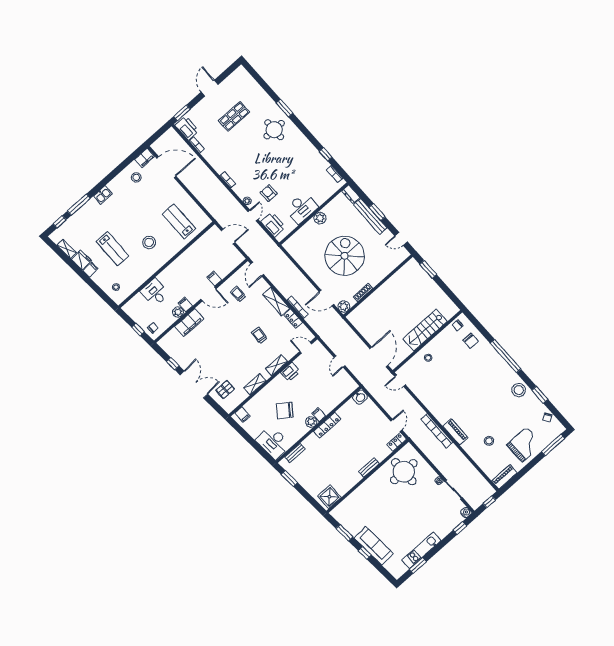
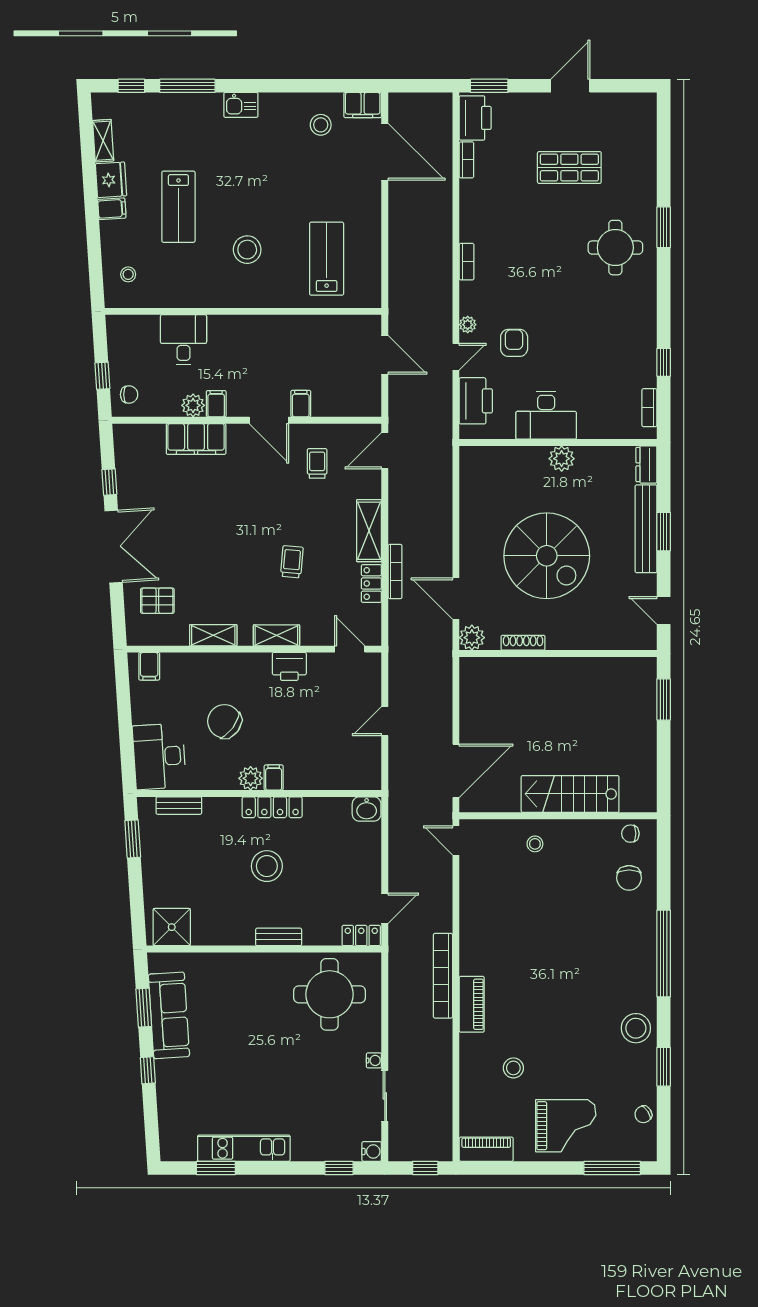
spiral stairs: (345, 256) -> (547, 556), turned 90
stool: (343, 447) -> (267, 866), added
sofa: (374, 546) -> (169, 1015), moved

